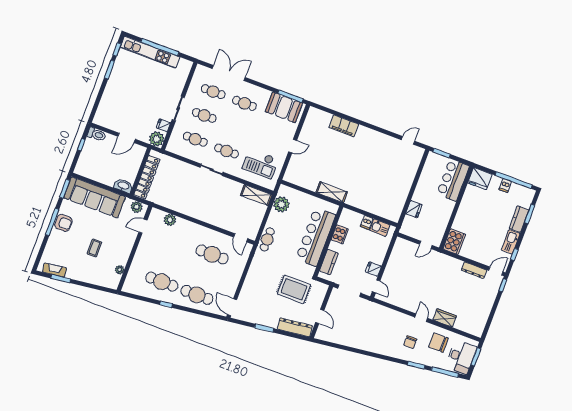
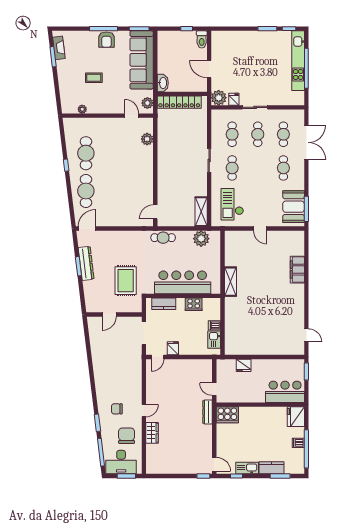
cafe table: (212, 254) -> (129, 191), removed
dresser: (474, 270) -> (207, 412), moved
dresser: (295, 327) -> (86, 263), moved

